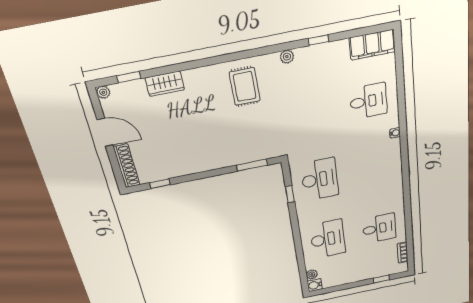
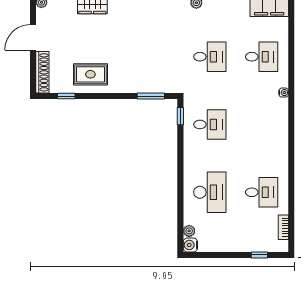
rug: (245, 87) -> (90, 74), moved, turned 90
desk: (311, 113) -> (210, 57), added
door: (105, 132) -> (33, 37), swing flipped
desk: (320, 179) -> (210, 124), width x0.73
window: (290, 194) -> (180, 116), moved

